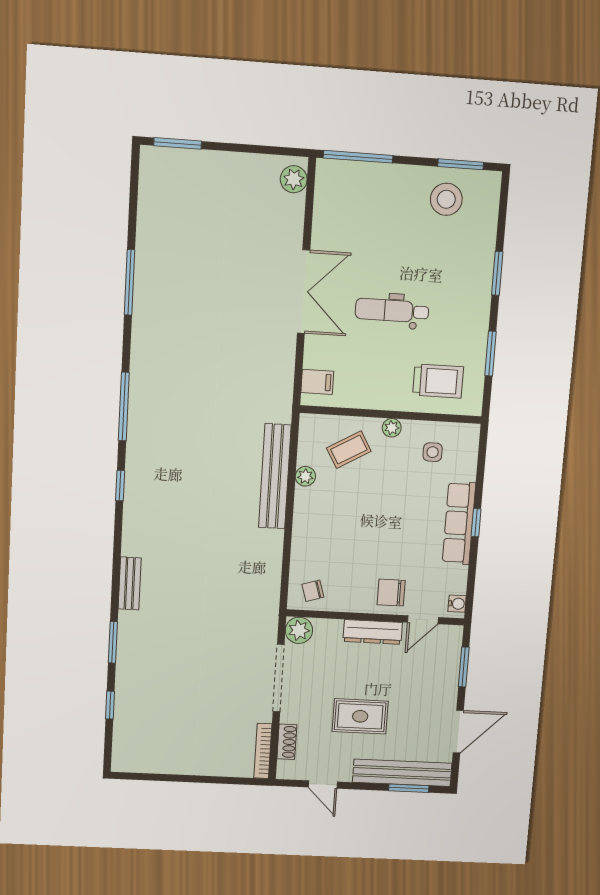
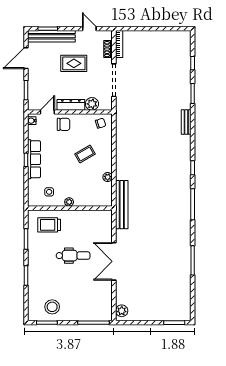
filing cabinet: (317, 382) -> (105, 221), removed
coffee table: (349, 450) -> (85, 154), moved
bench: (275, 476) -> (122, 205), moved
plant: (299, 630) -> (92, 104), moved

